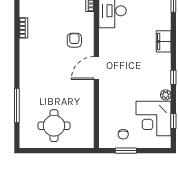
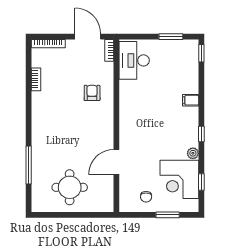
filing cabinet: (164, 41) -> (191, 100), width x0.50
door: (96, 68) -> (116, 162), moved
window: (126, 151) -> (168, 215), moved

